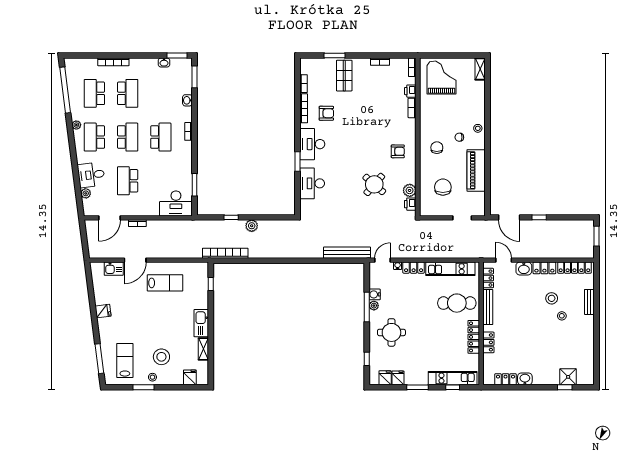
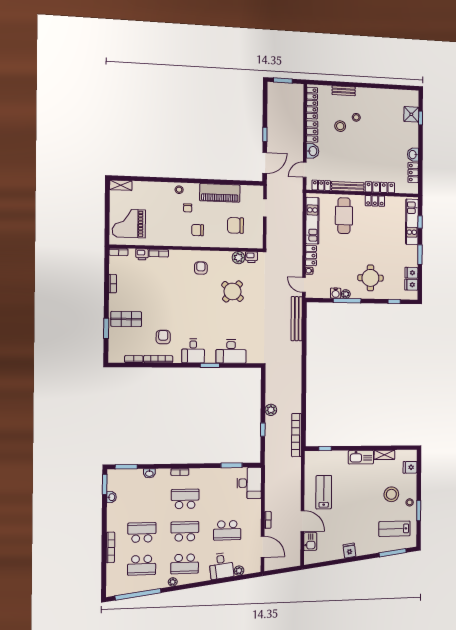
desk: (312, 144) -> (193, 351), width x0.73
locker: (474, 337) -> (375, 201), width x0.66
locker: (488, 342) -> (380, 187), width x1.53

